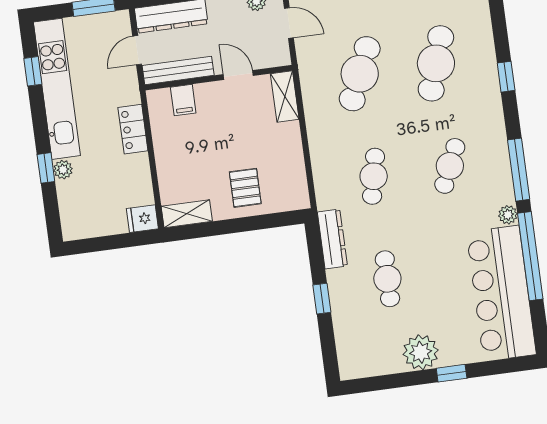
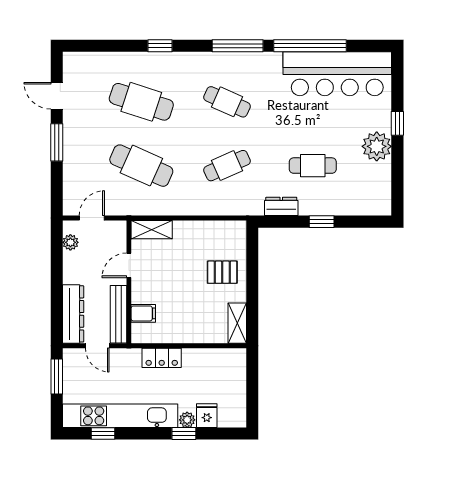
cafe table: (374, 176) -> (227, 166), turned -36
plant: (508, 215) -> (274, 60), removed
fridge: (142, 219) -> (207, 416), moved, turned 180
dresser: (332, 239) -> (281, 206), width x0.70

